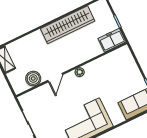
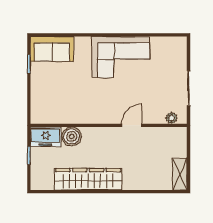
plant: (80, 72) -> (172, 118), moved
boiler: (33, 79) -> (72, 136), moved

